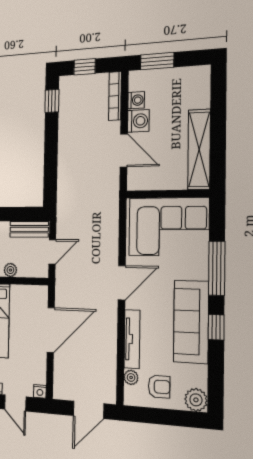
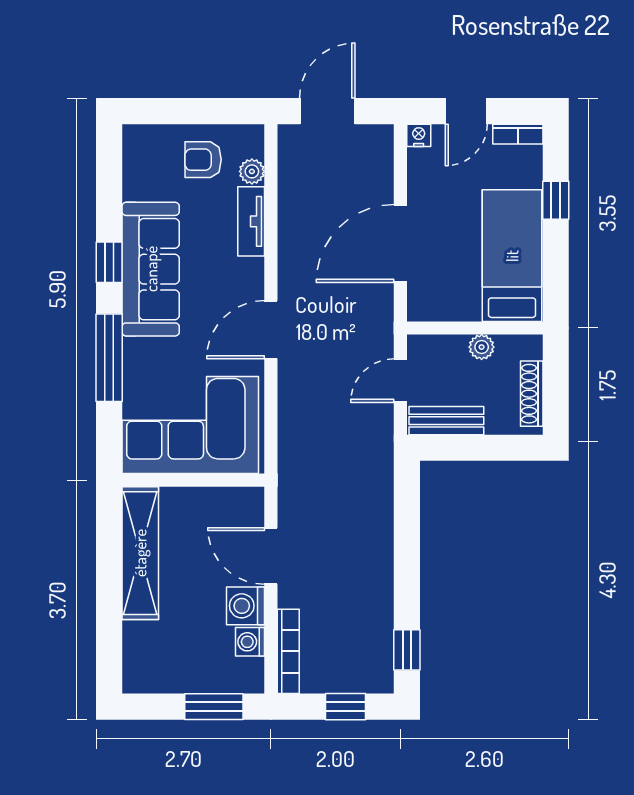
tv unit: (132, 339) -> (251, 221), width x0.71
plant: (196, 400) -> (141, 143), removed
door: (15, 403) -> (466, 111), swing flipped

